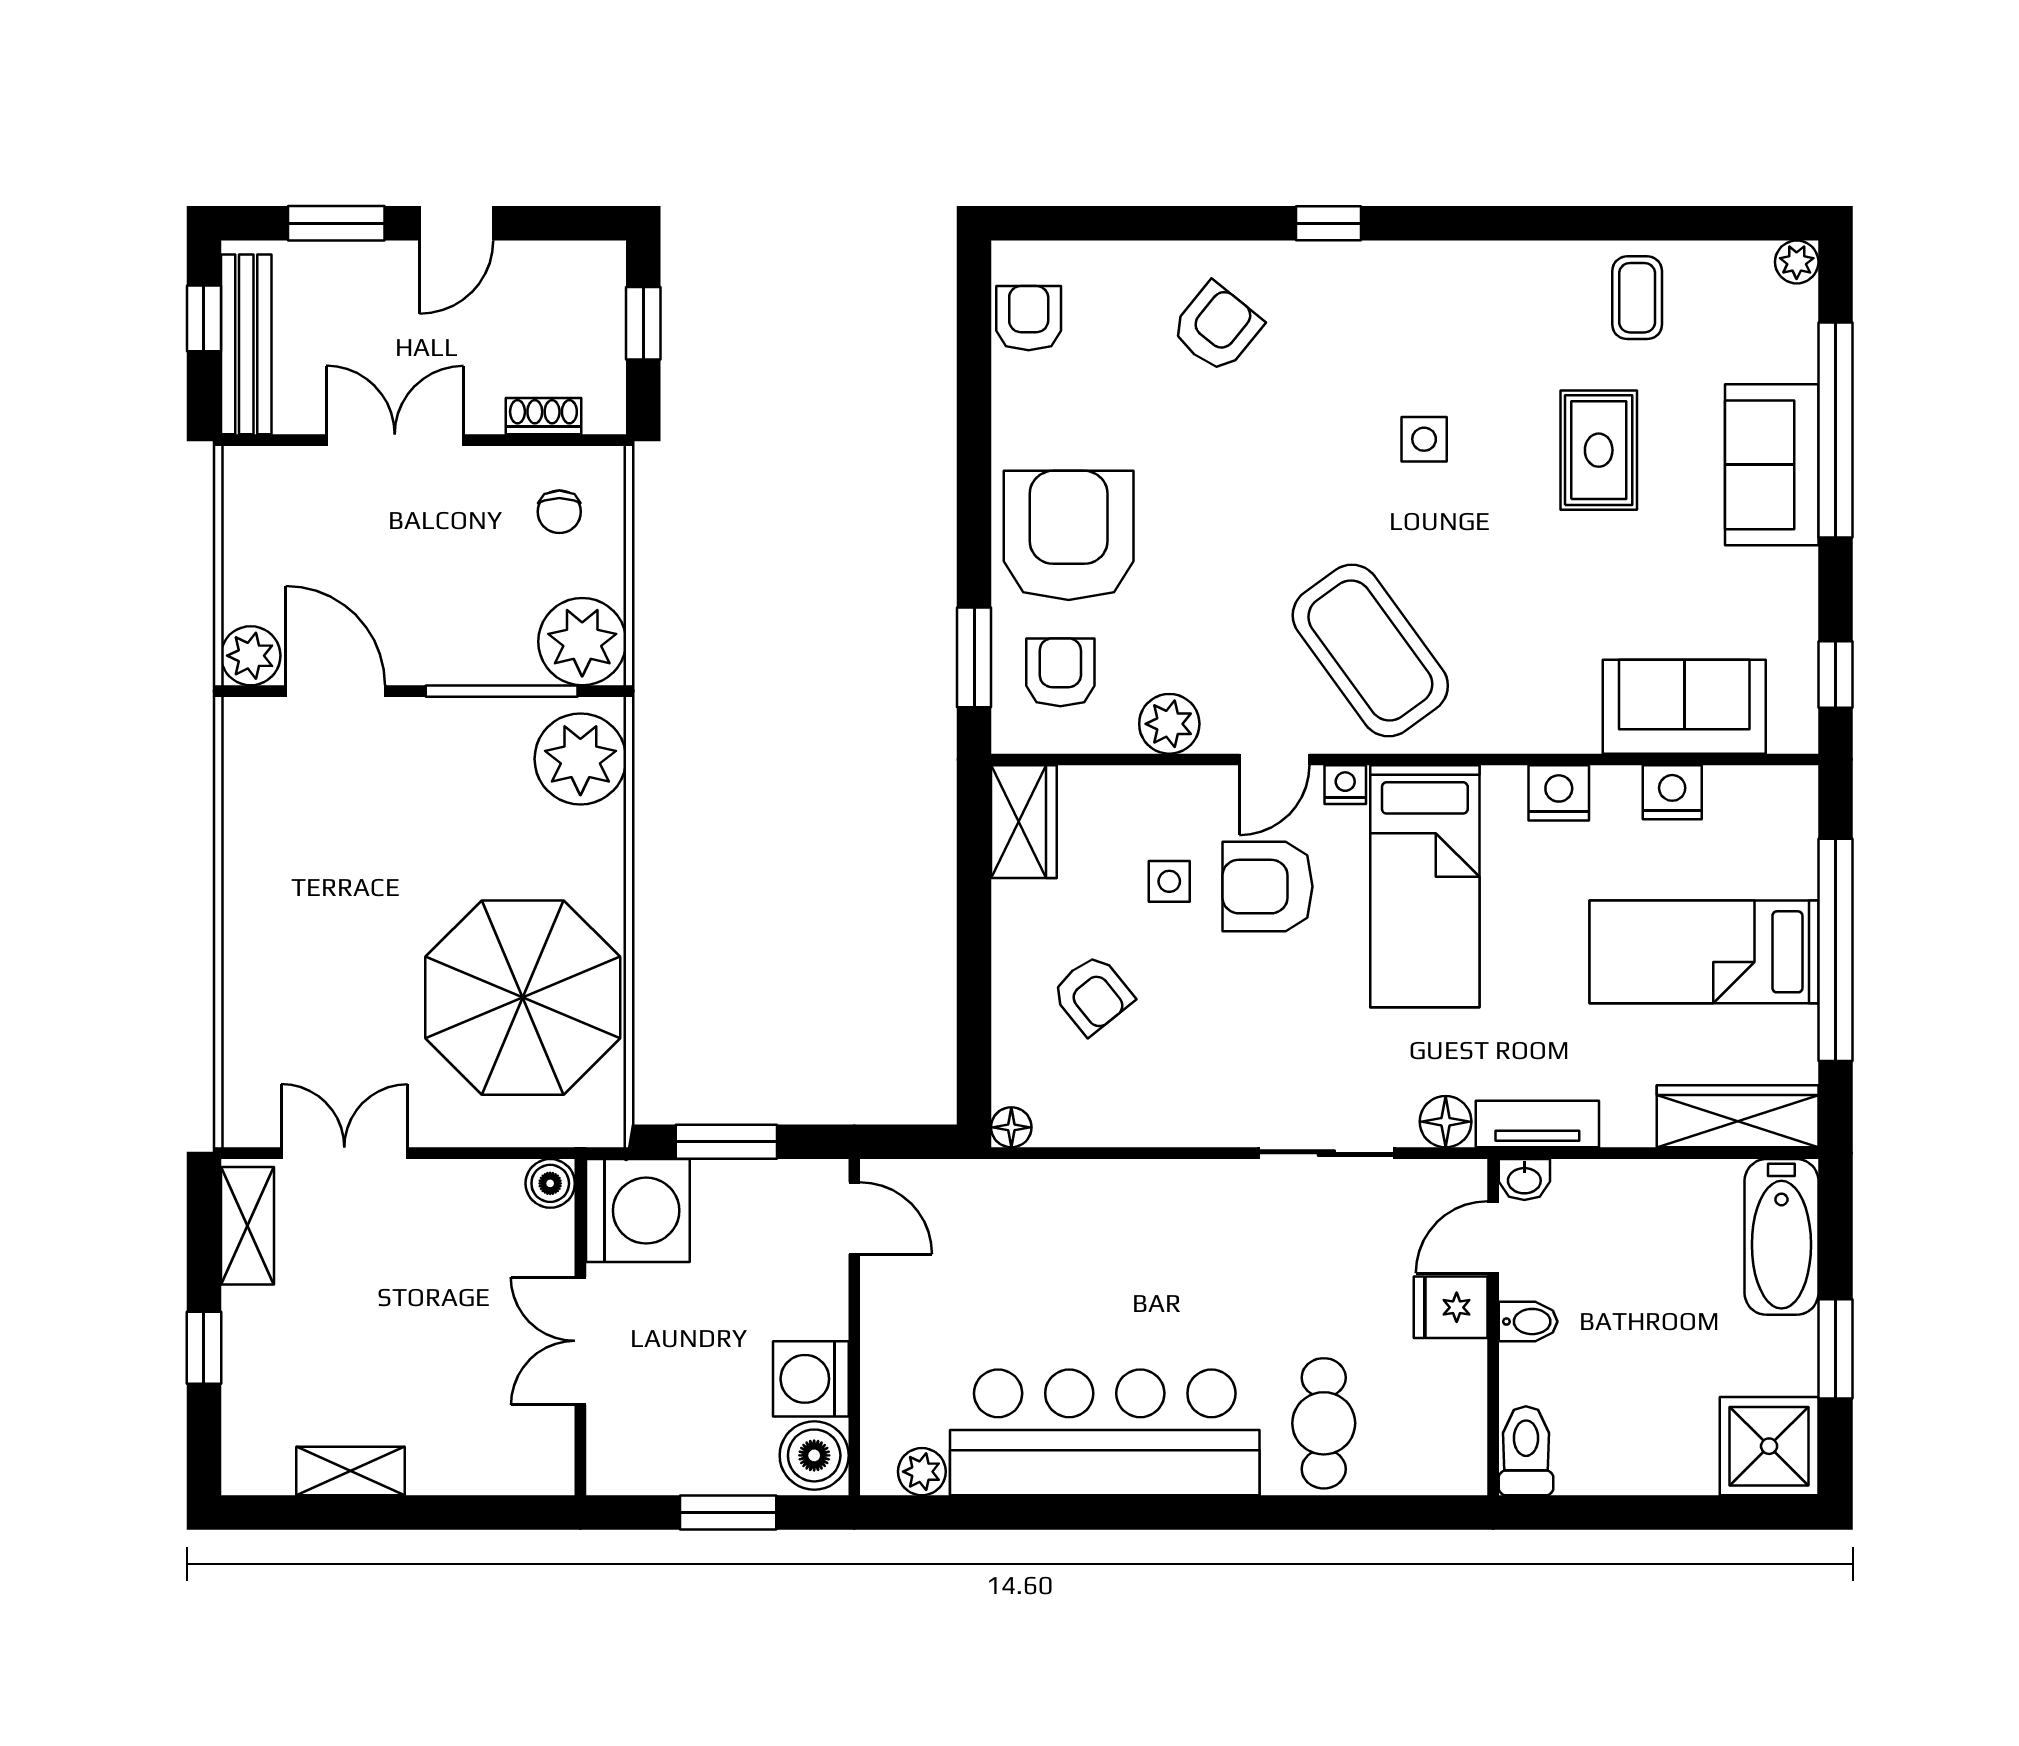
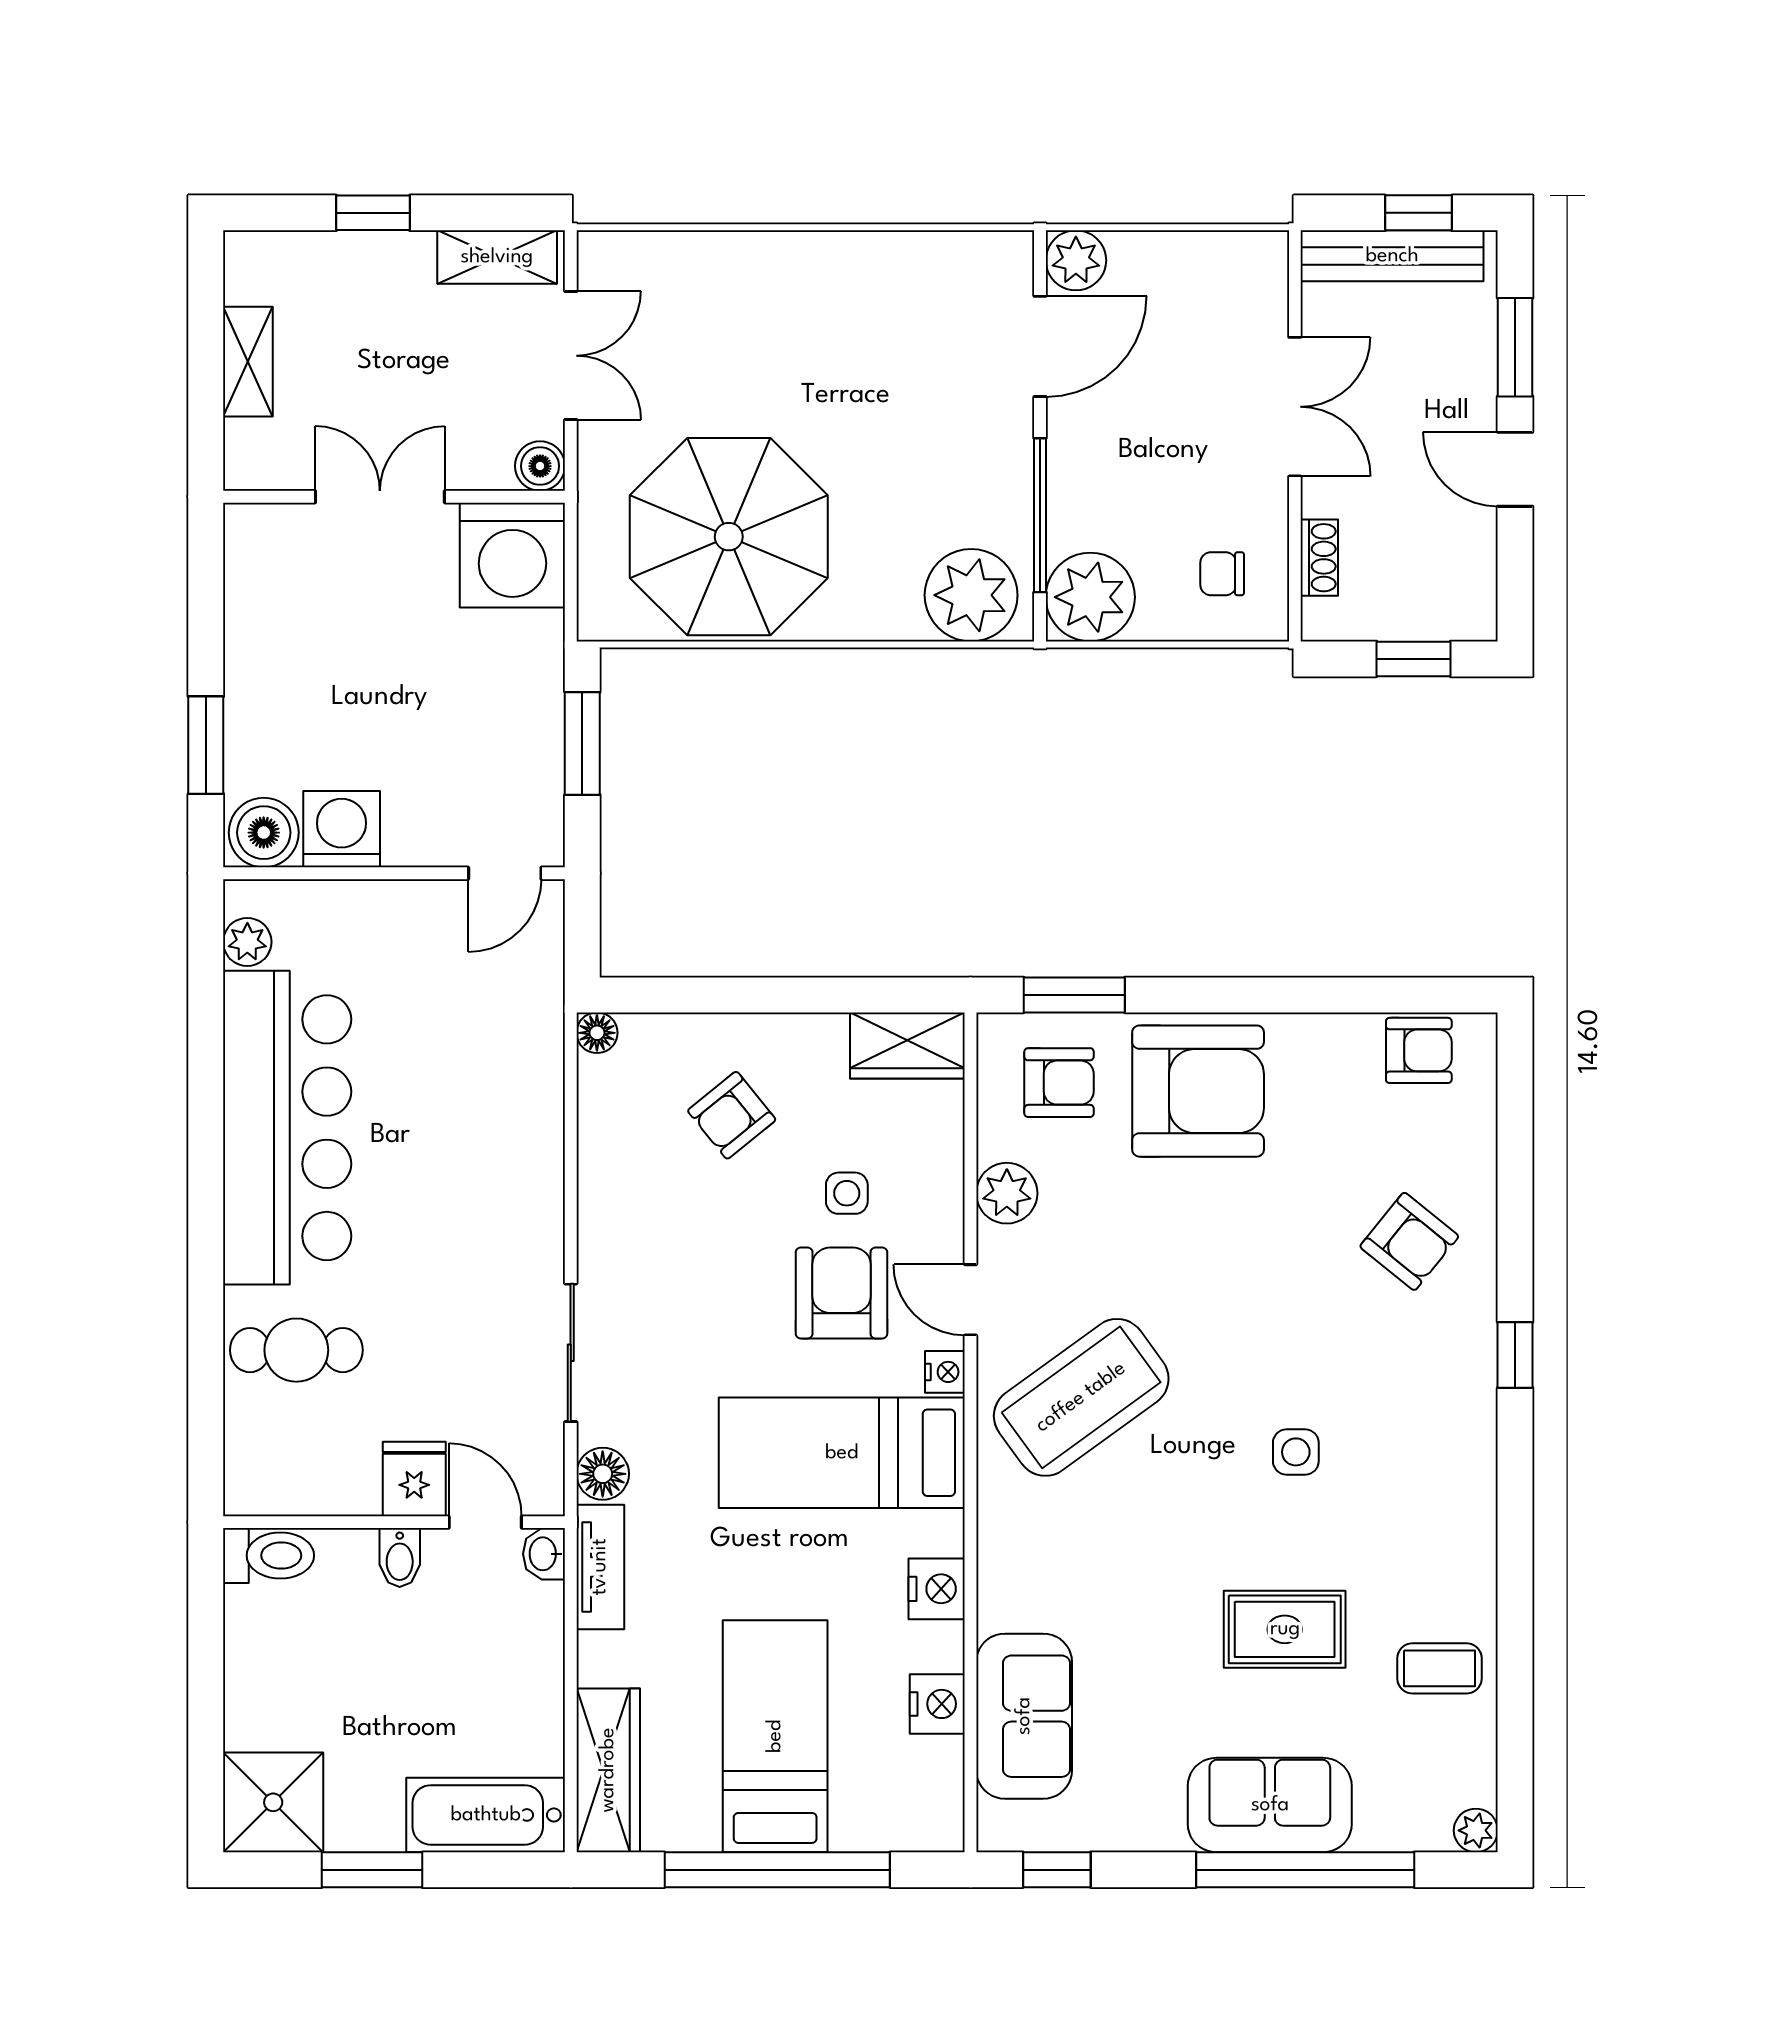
boiler: (550, 1183) -> (540, 466), moved
washing machine: (638, 1211) -> (512, 555), moved
wall: (580, 1327) -> (394, 497), moved
double door: (580, 1341) -> (380, 497), moved

